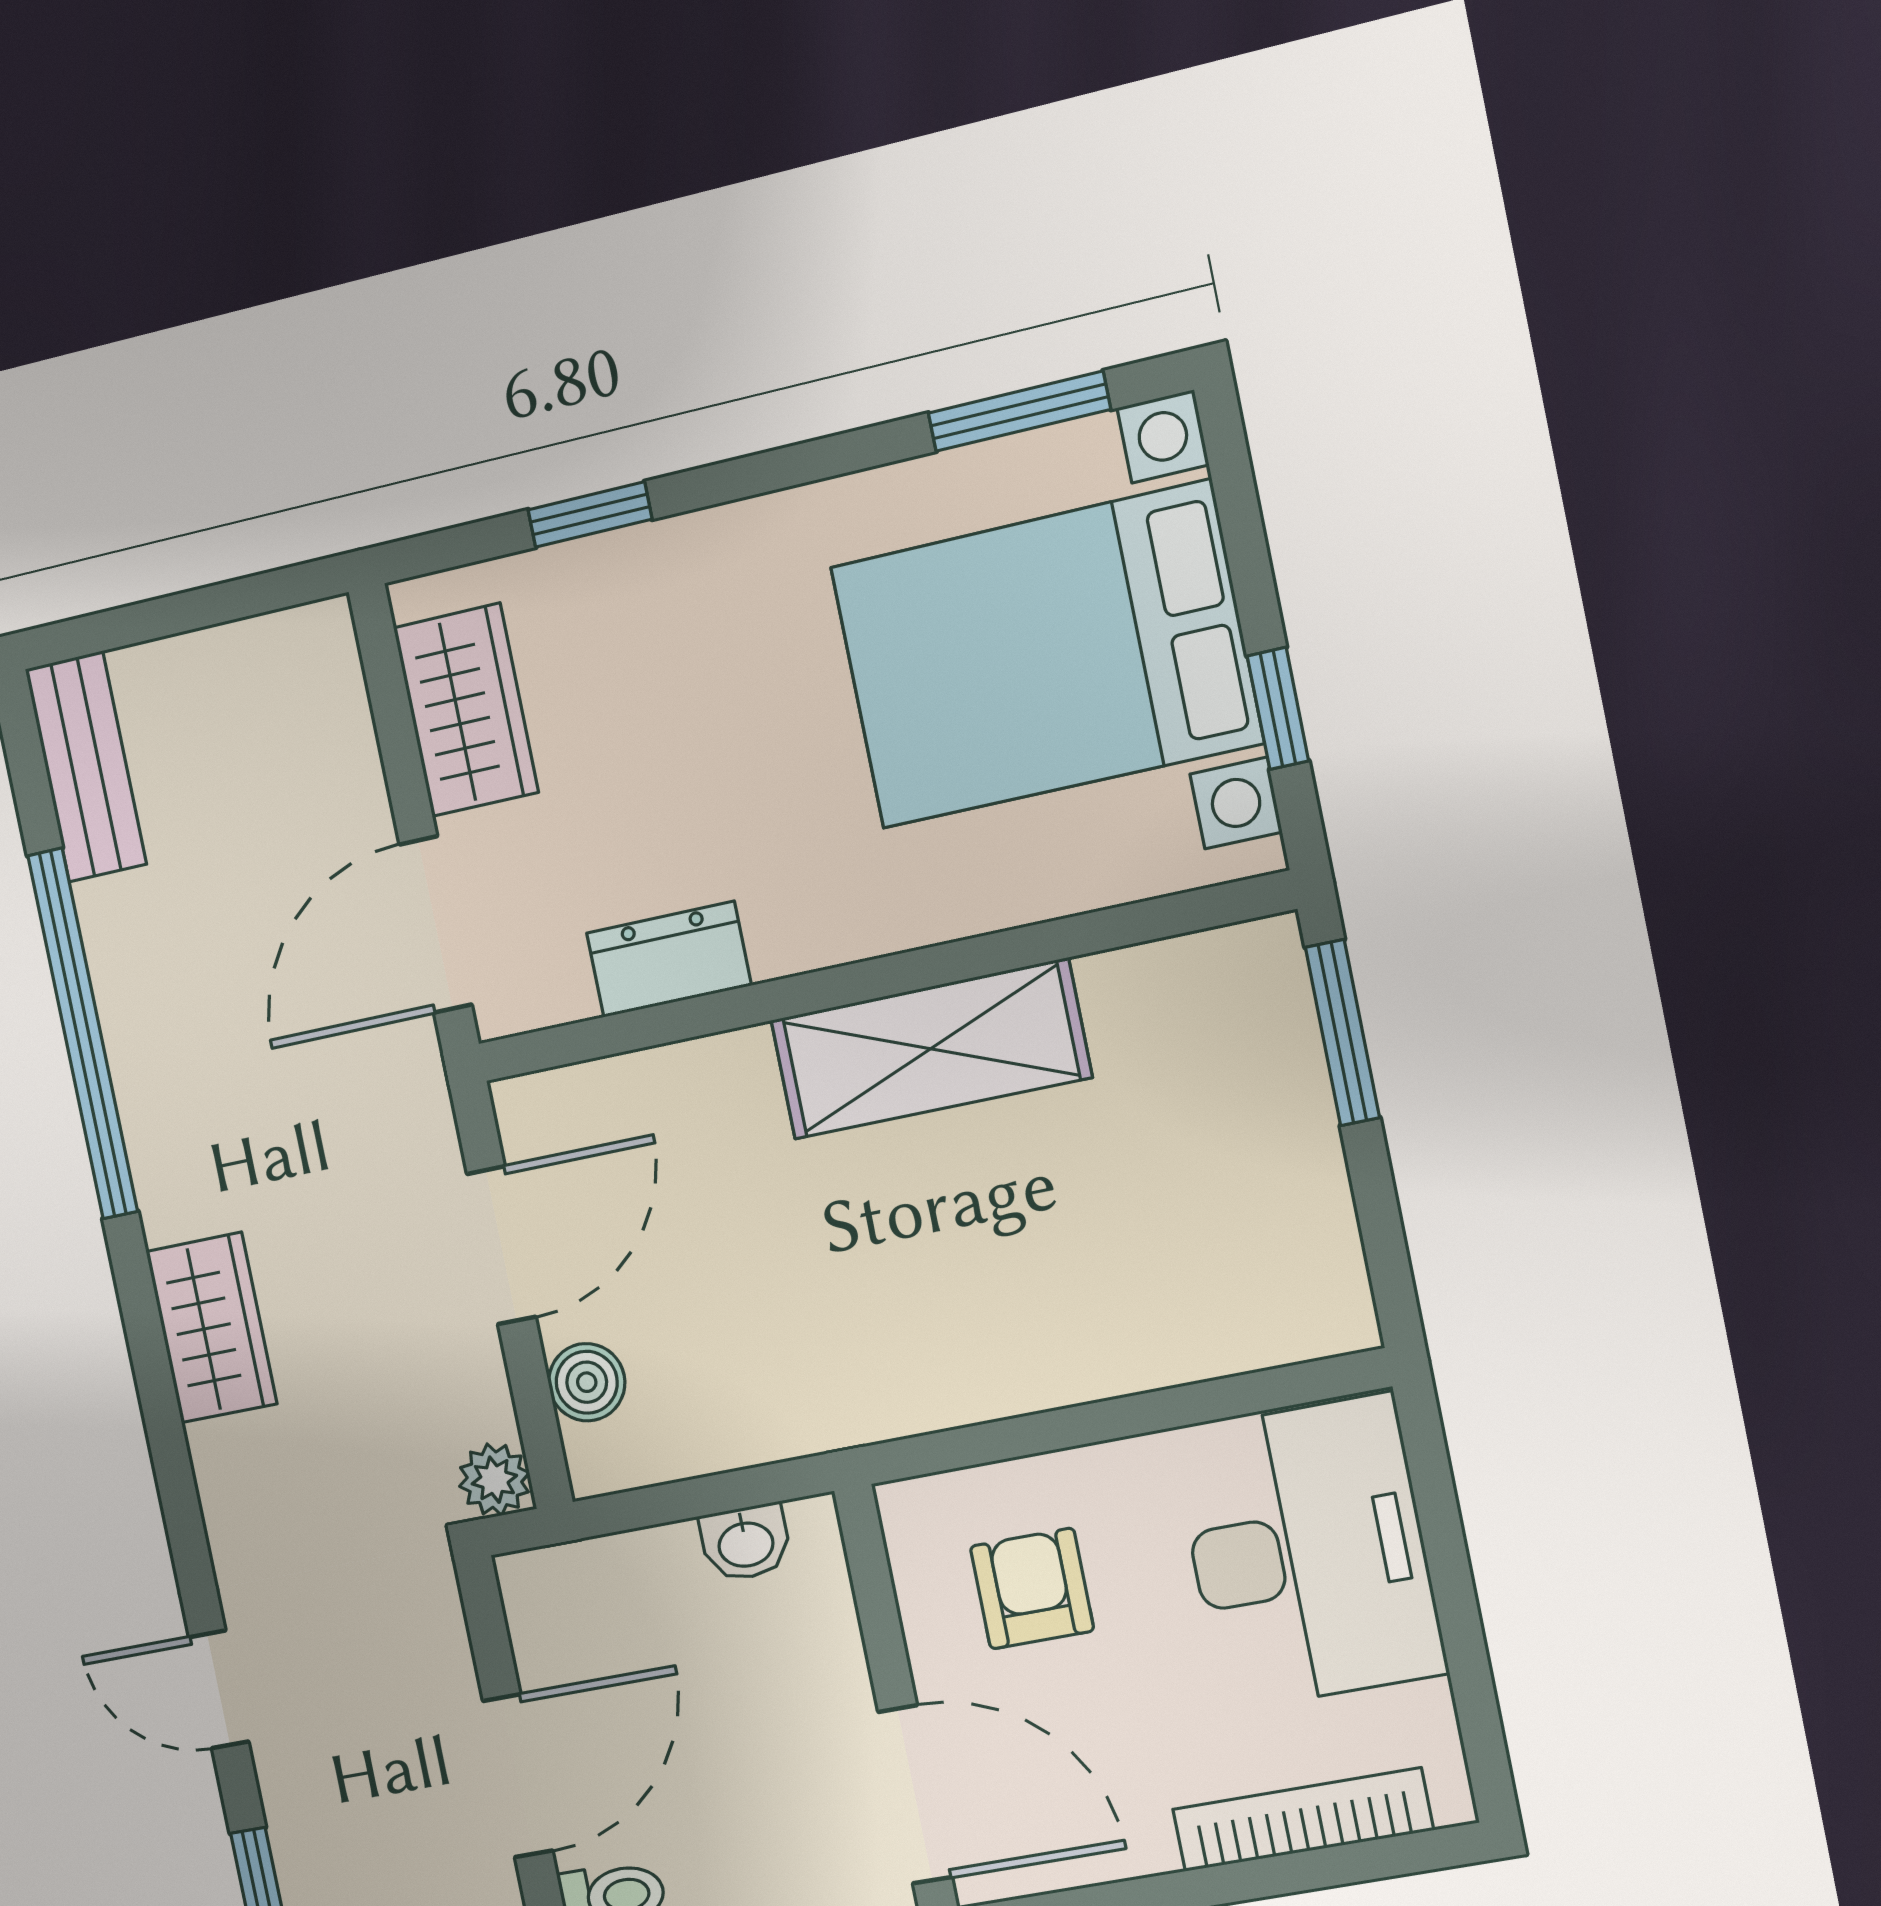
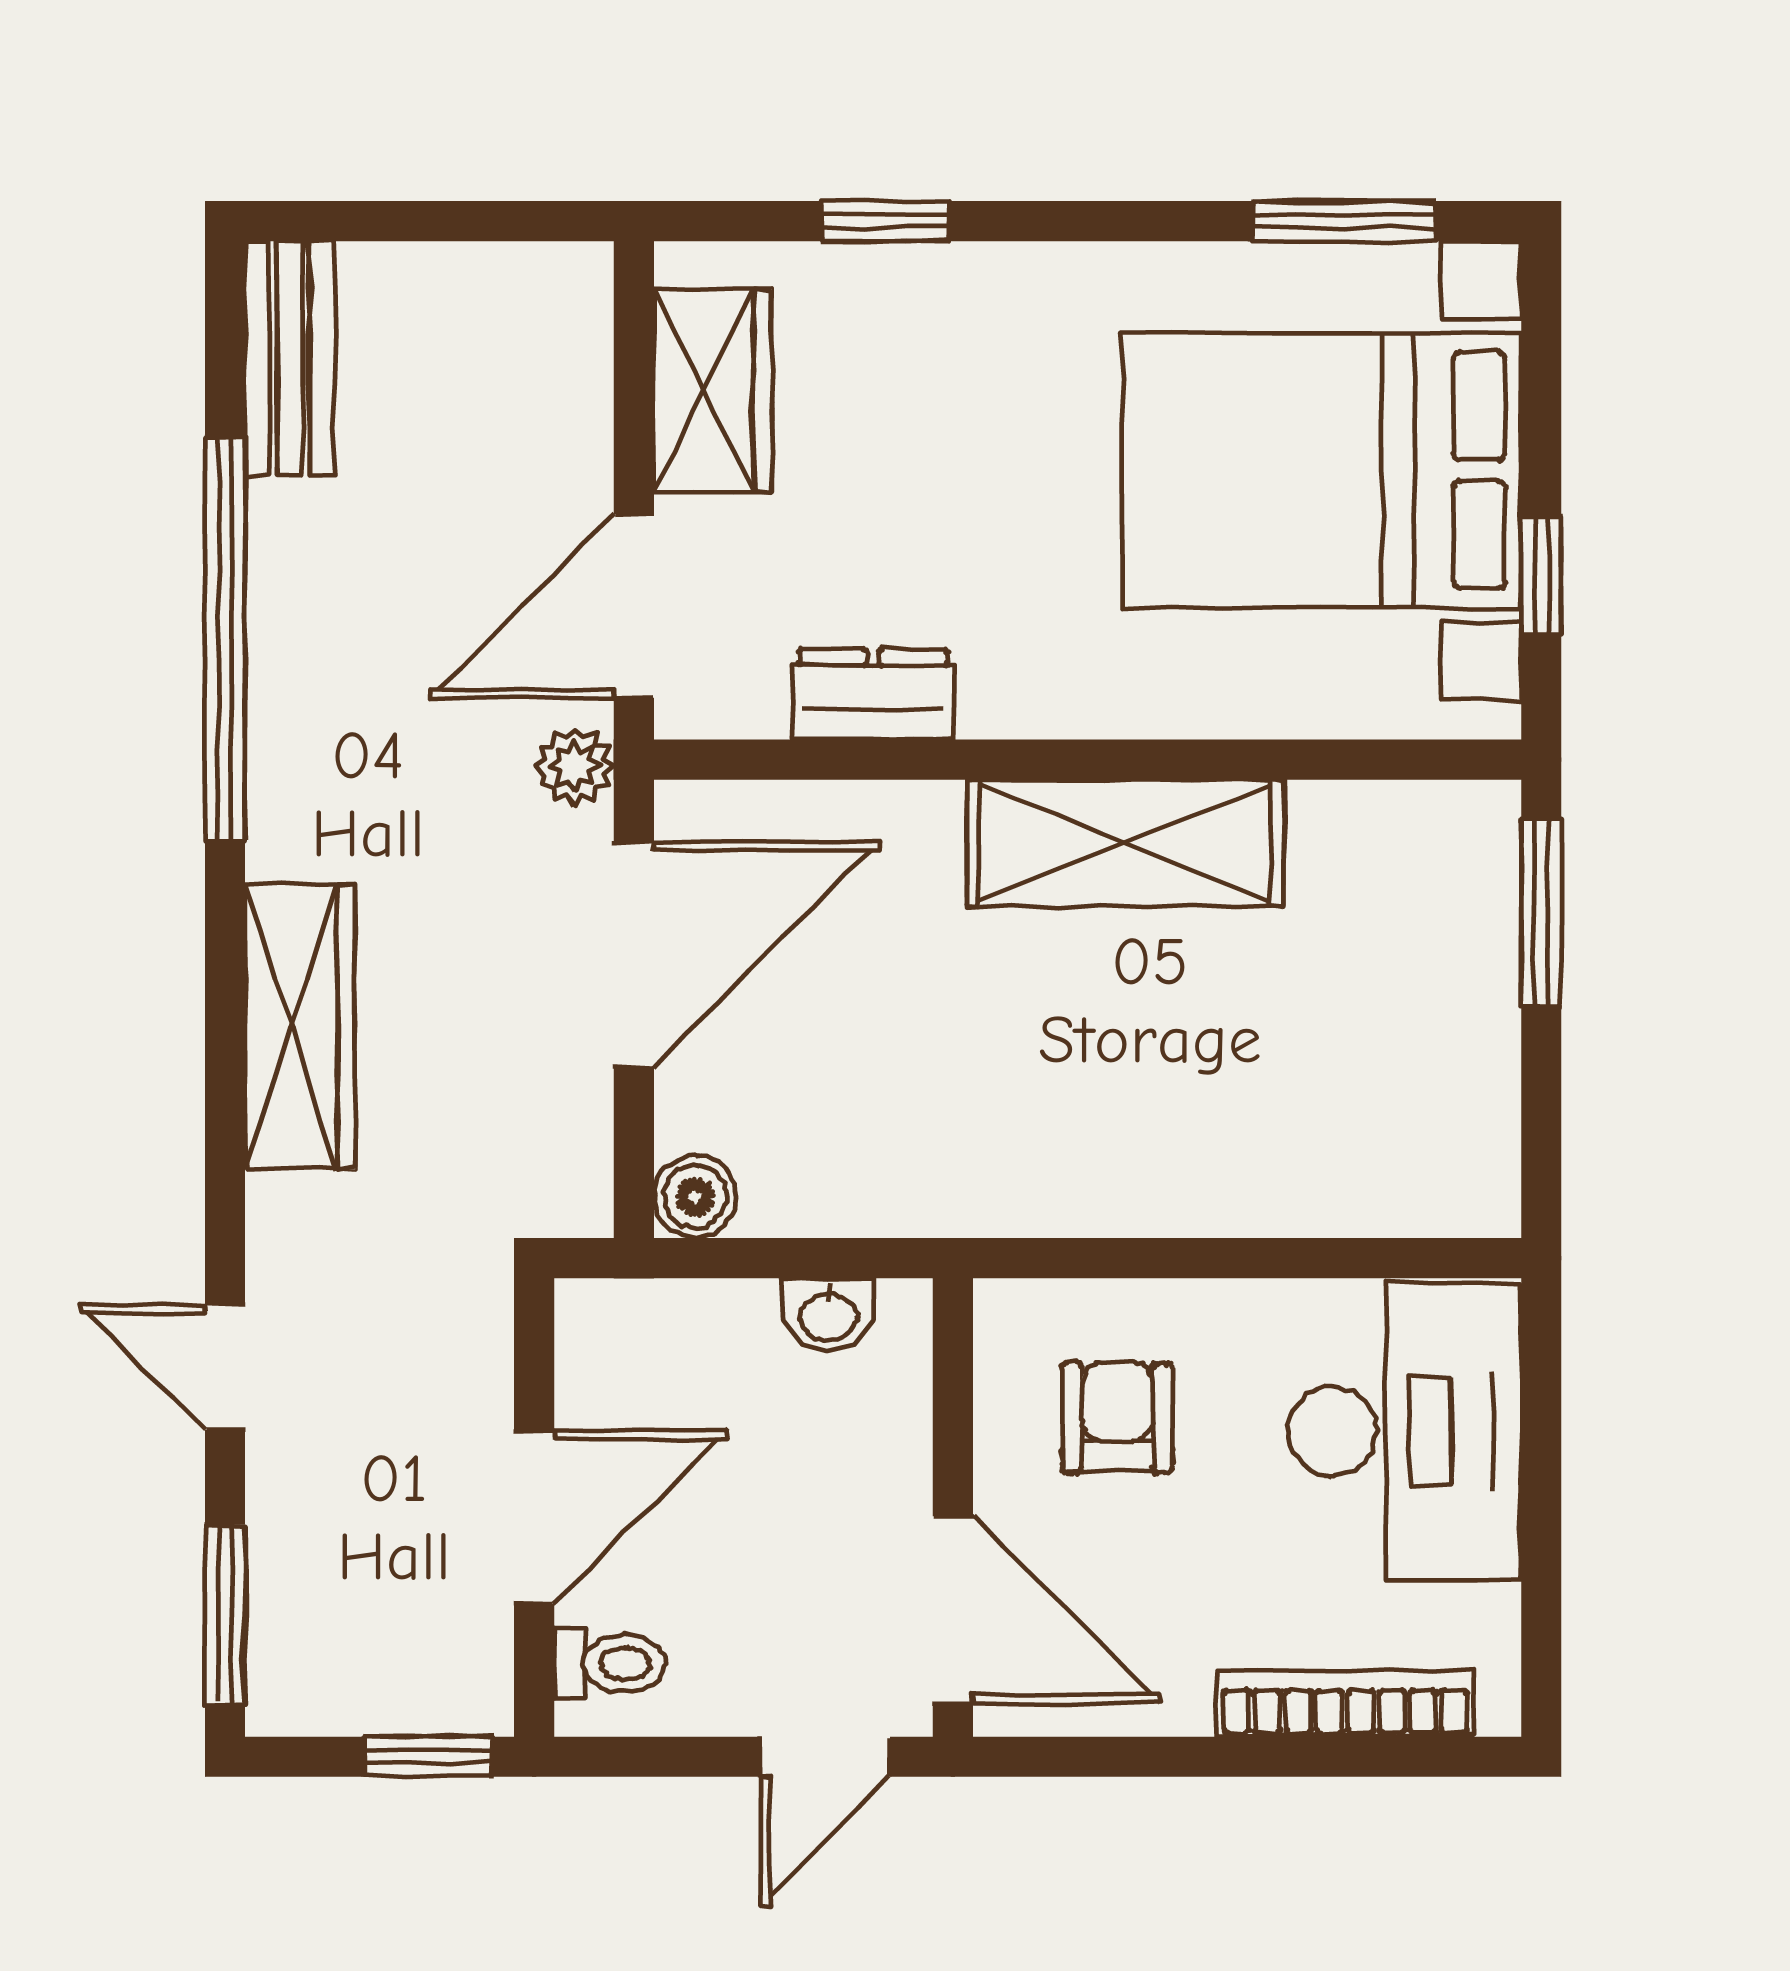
door: (501, 1245) -> (634, 954), width x1.36
wardrobe: (211, 1328) -> (300, 1027), width x1.50
boiler: (587, 1382) -> (695, 1197), moved
plant: (494, 1480) -> (575, 766), moved

